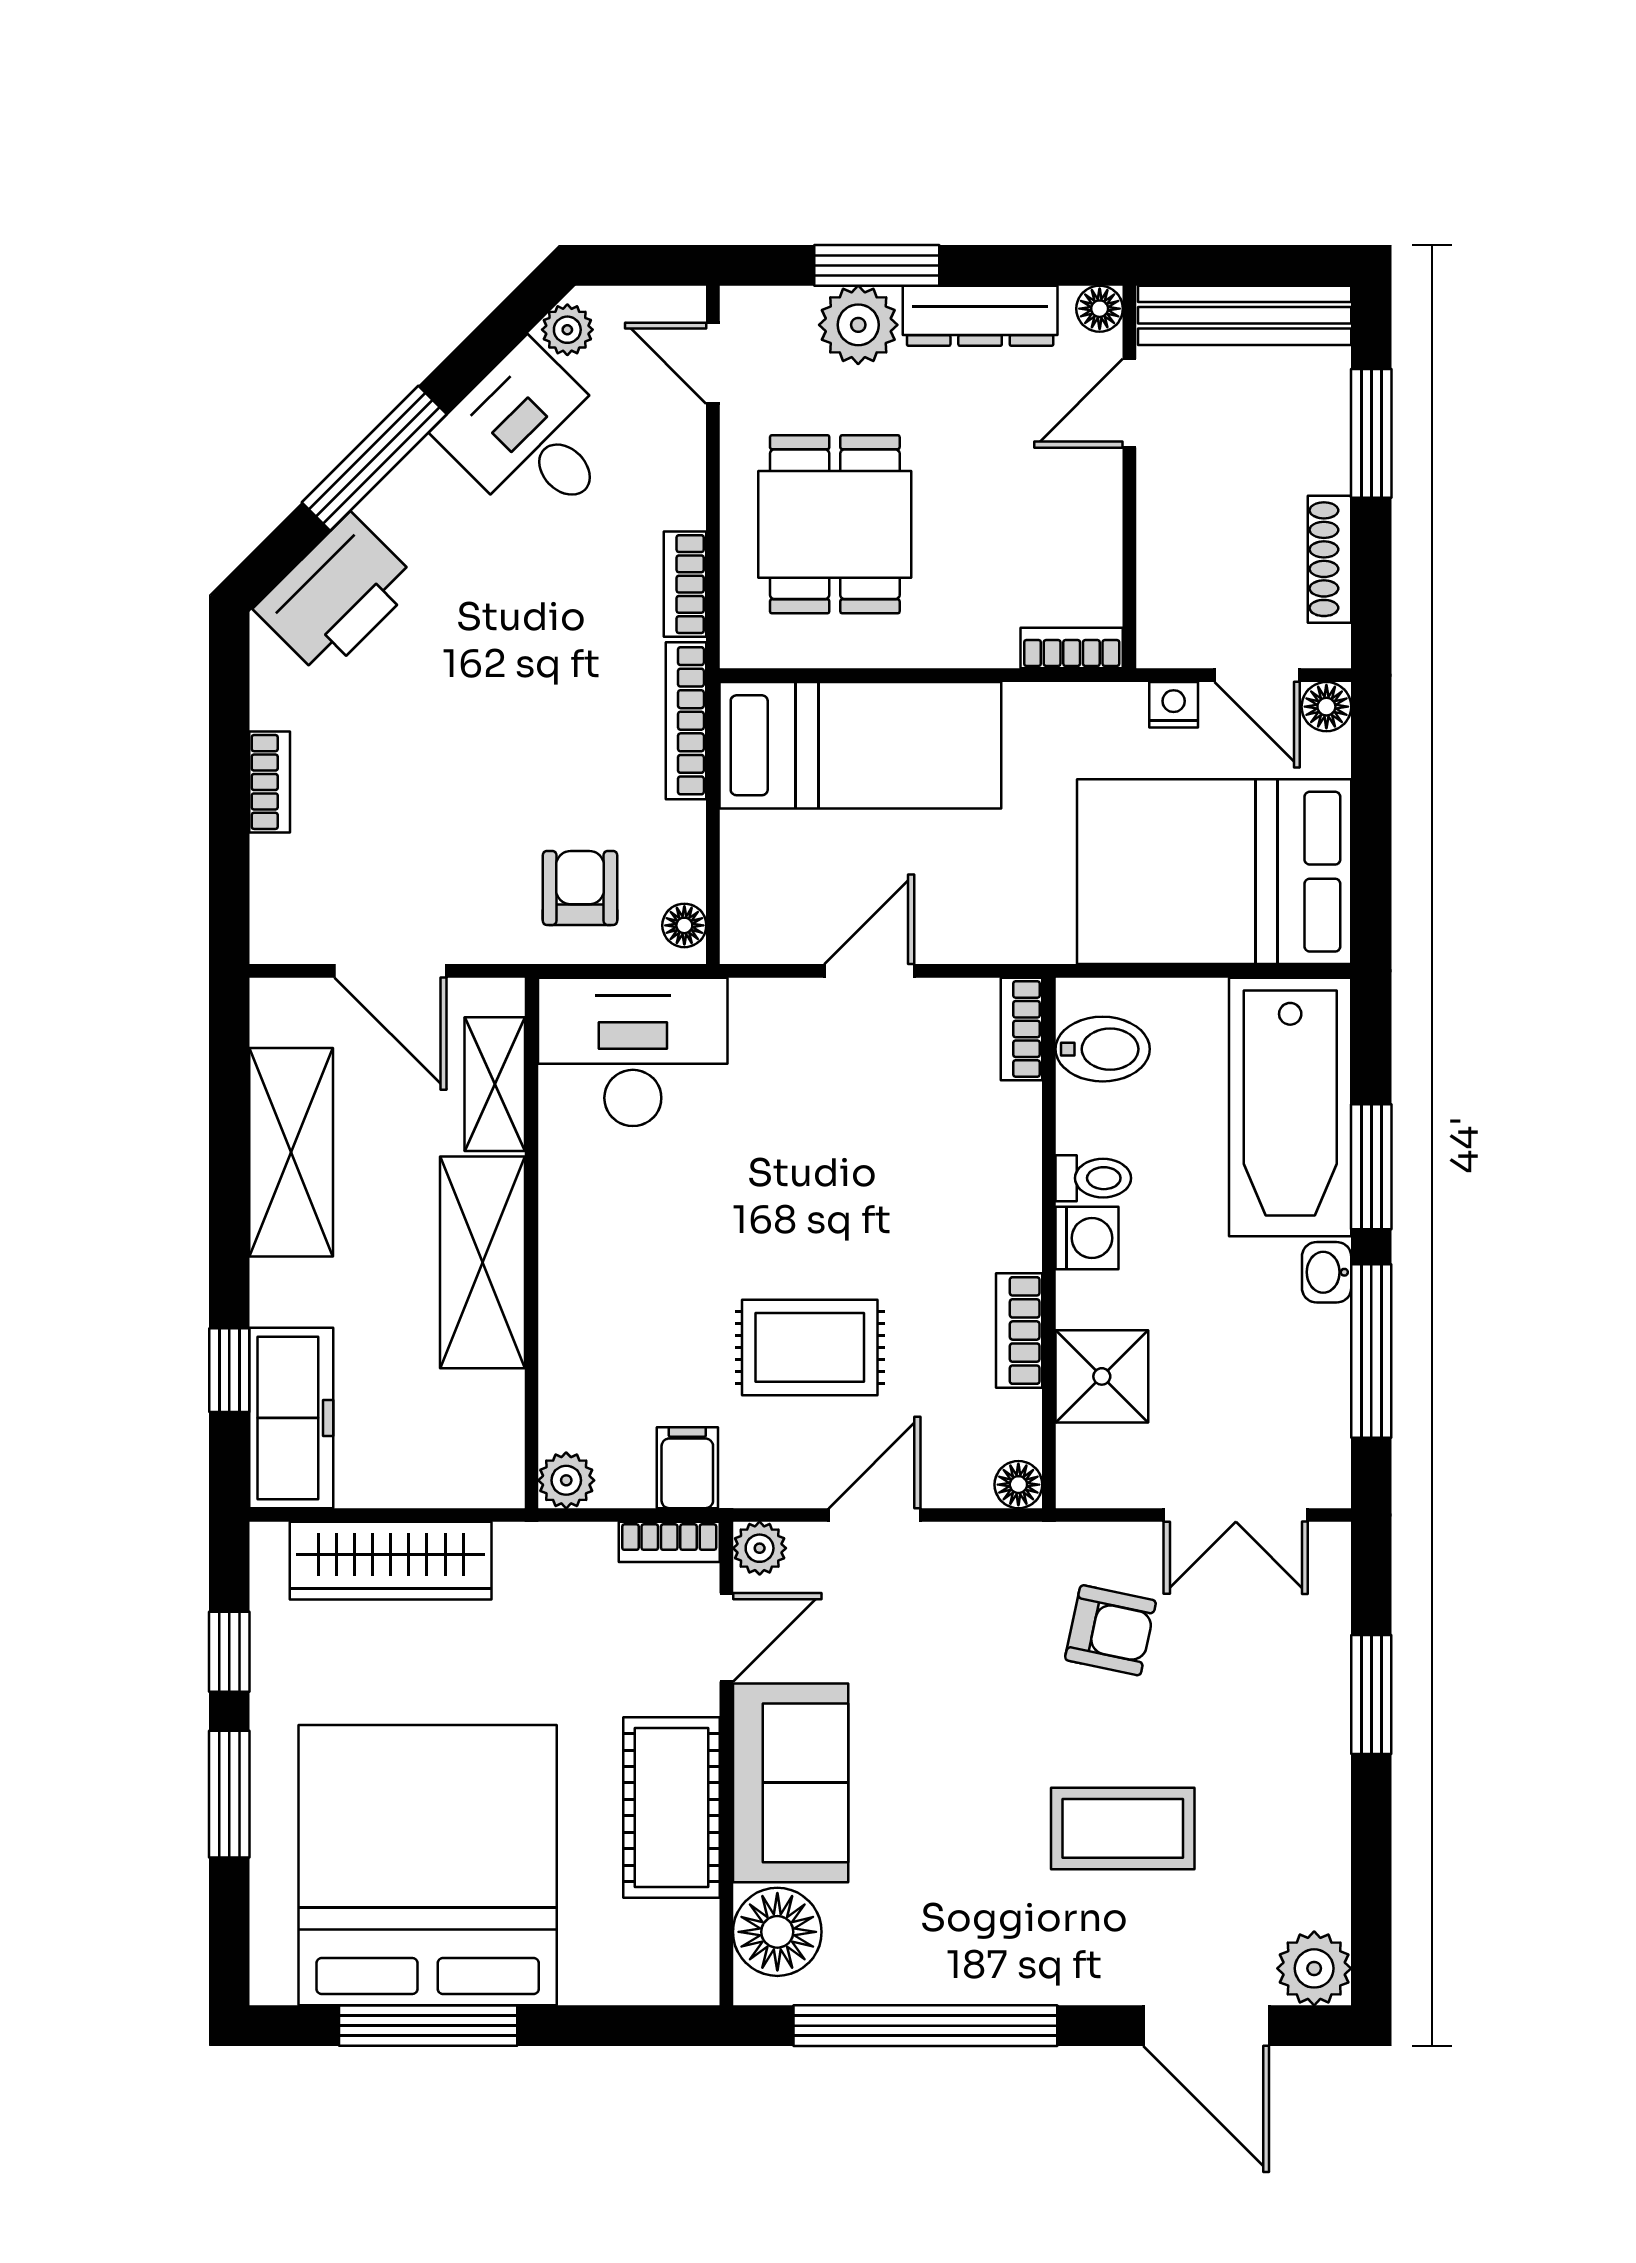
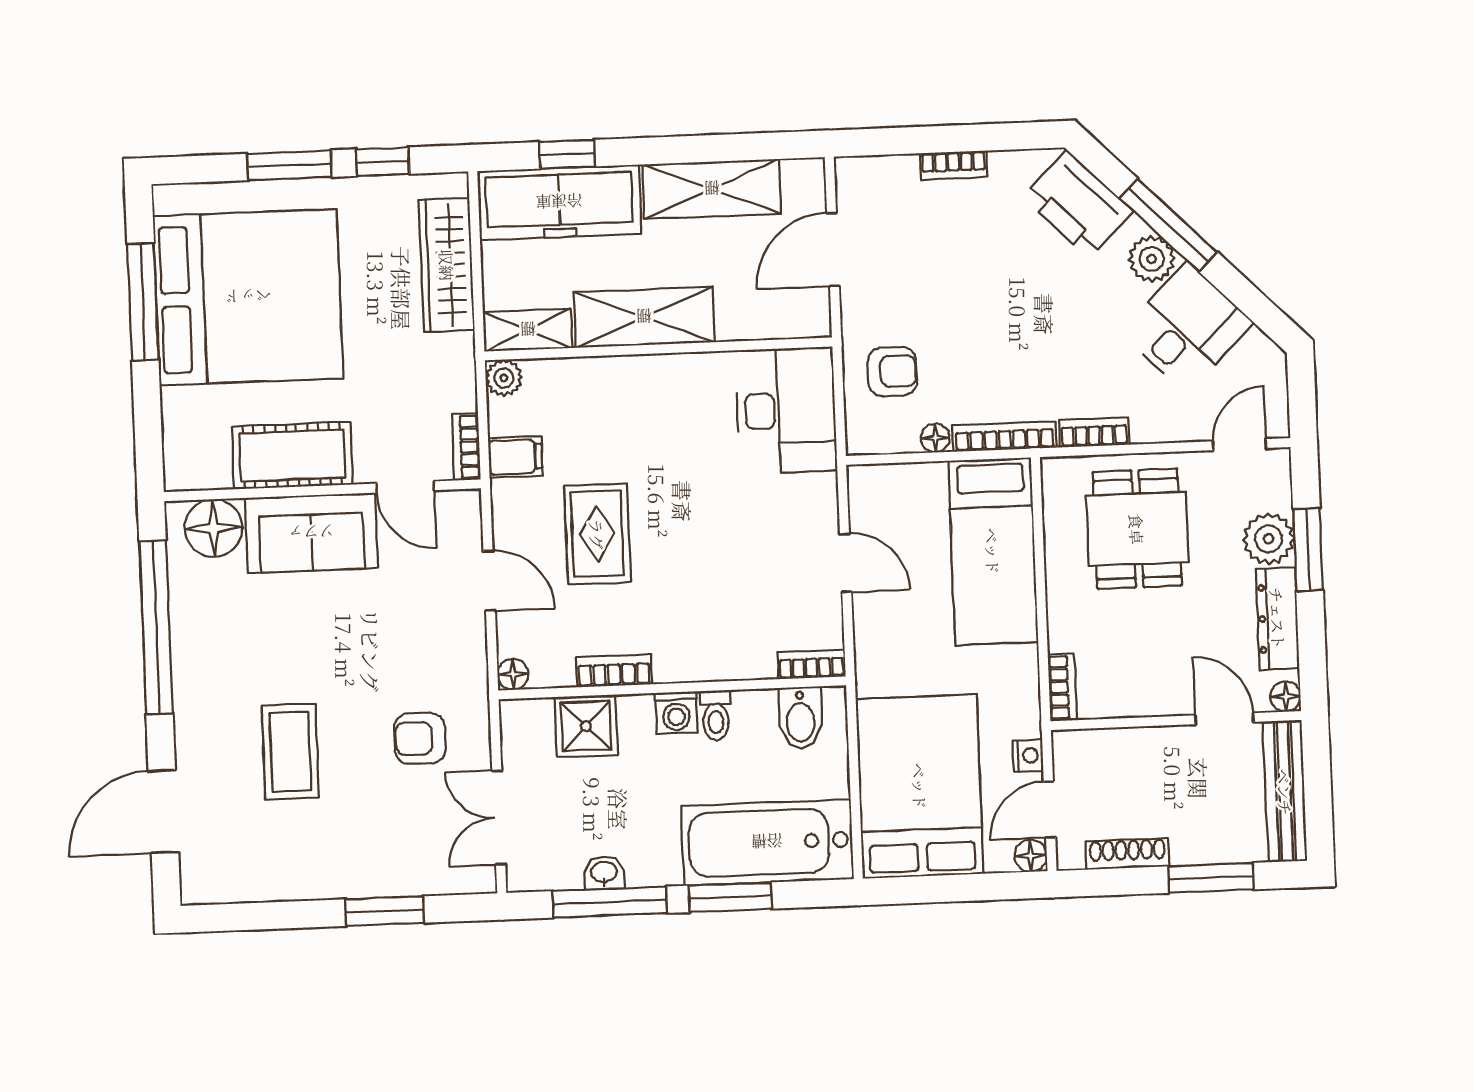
plant: (567, 330) -> (1152, 259), moved, width x1.38, depth x1.38
dining table: (835, 524) -> (1137, 529), turned 90
floor lamp: (684, 925) -> (935, 438), moved
shelving: (495, 1084) -> (528, 330), moved
washbasin: (1327, 1272) -> (604, 873), moved
freezer: (291, 1418) -> (559, 202), width x1.36, depth x1.26
plant: (760, 1548) -> (464, 506), removed
armchair: (1110, 1630) -> (420, 738), turned 78
plant: (1314, 1968) -> (204, 881), removed

